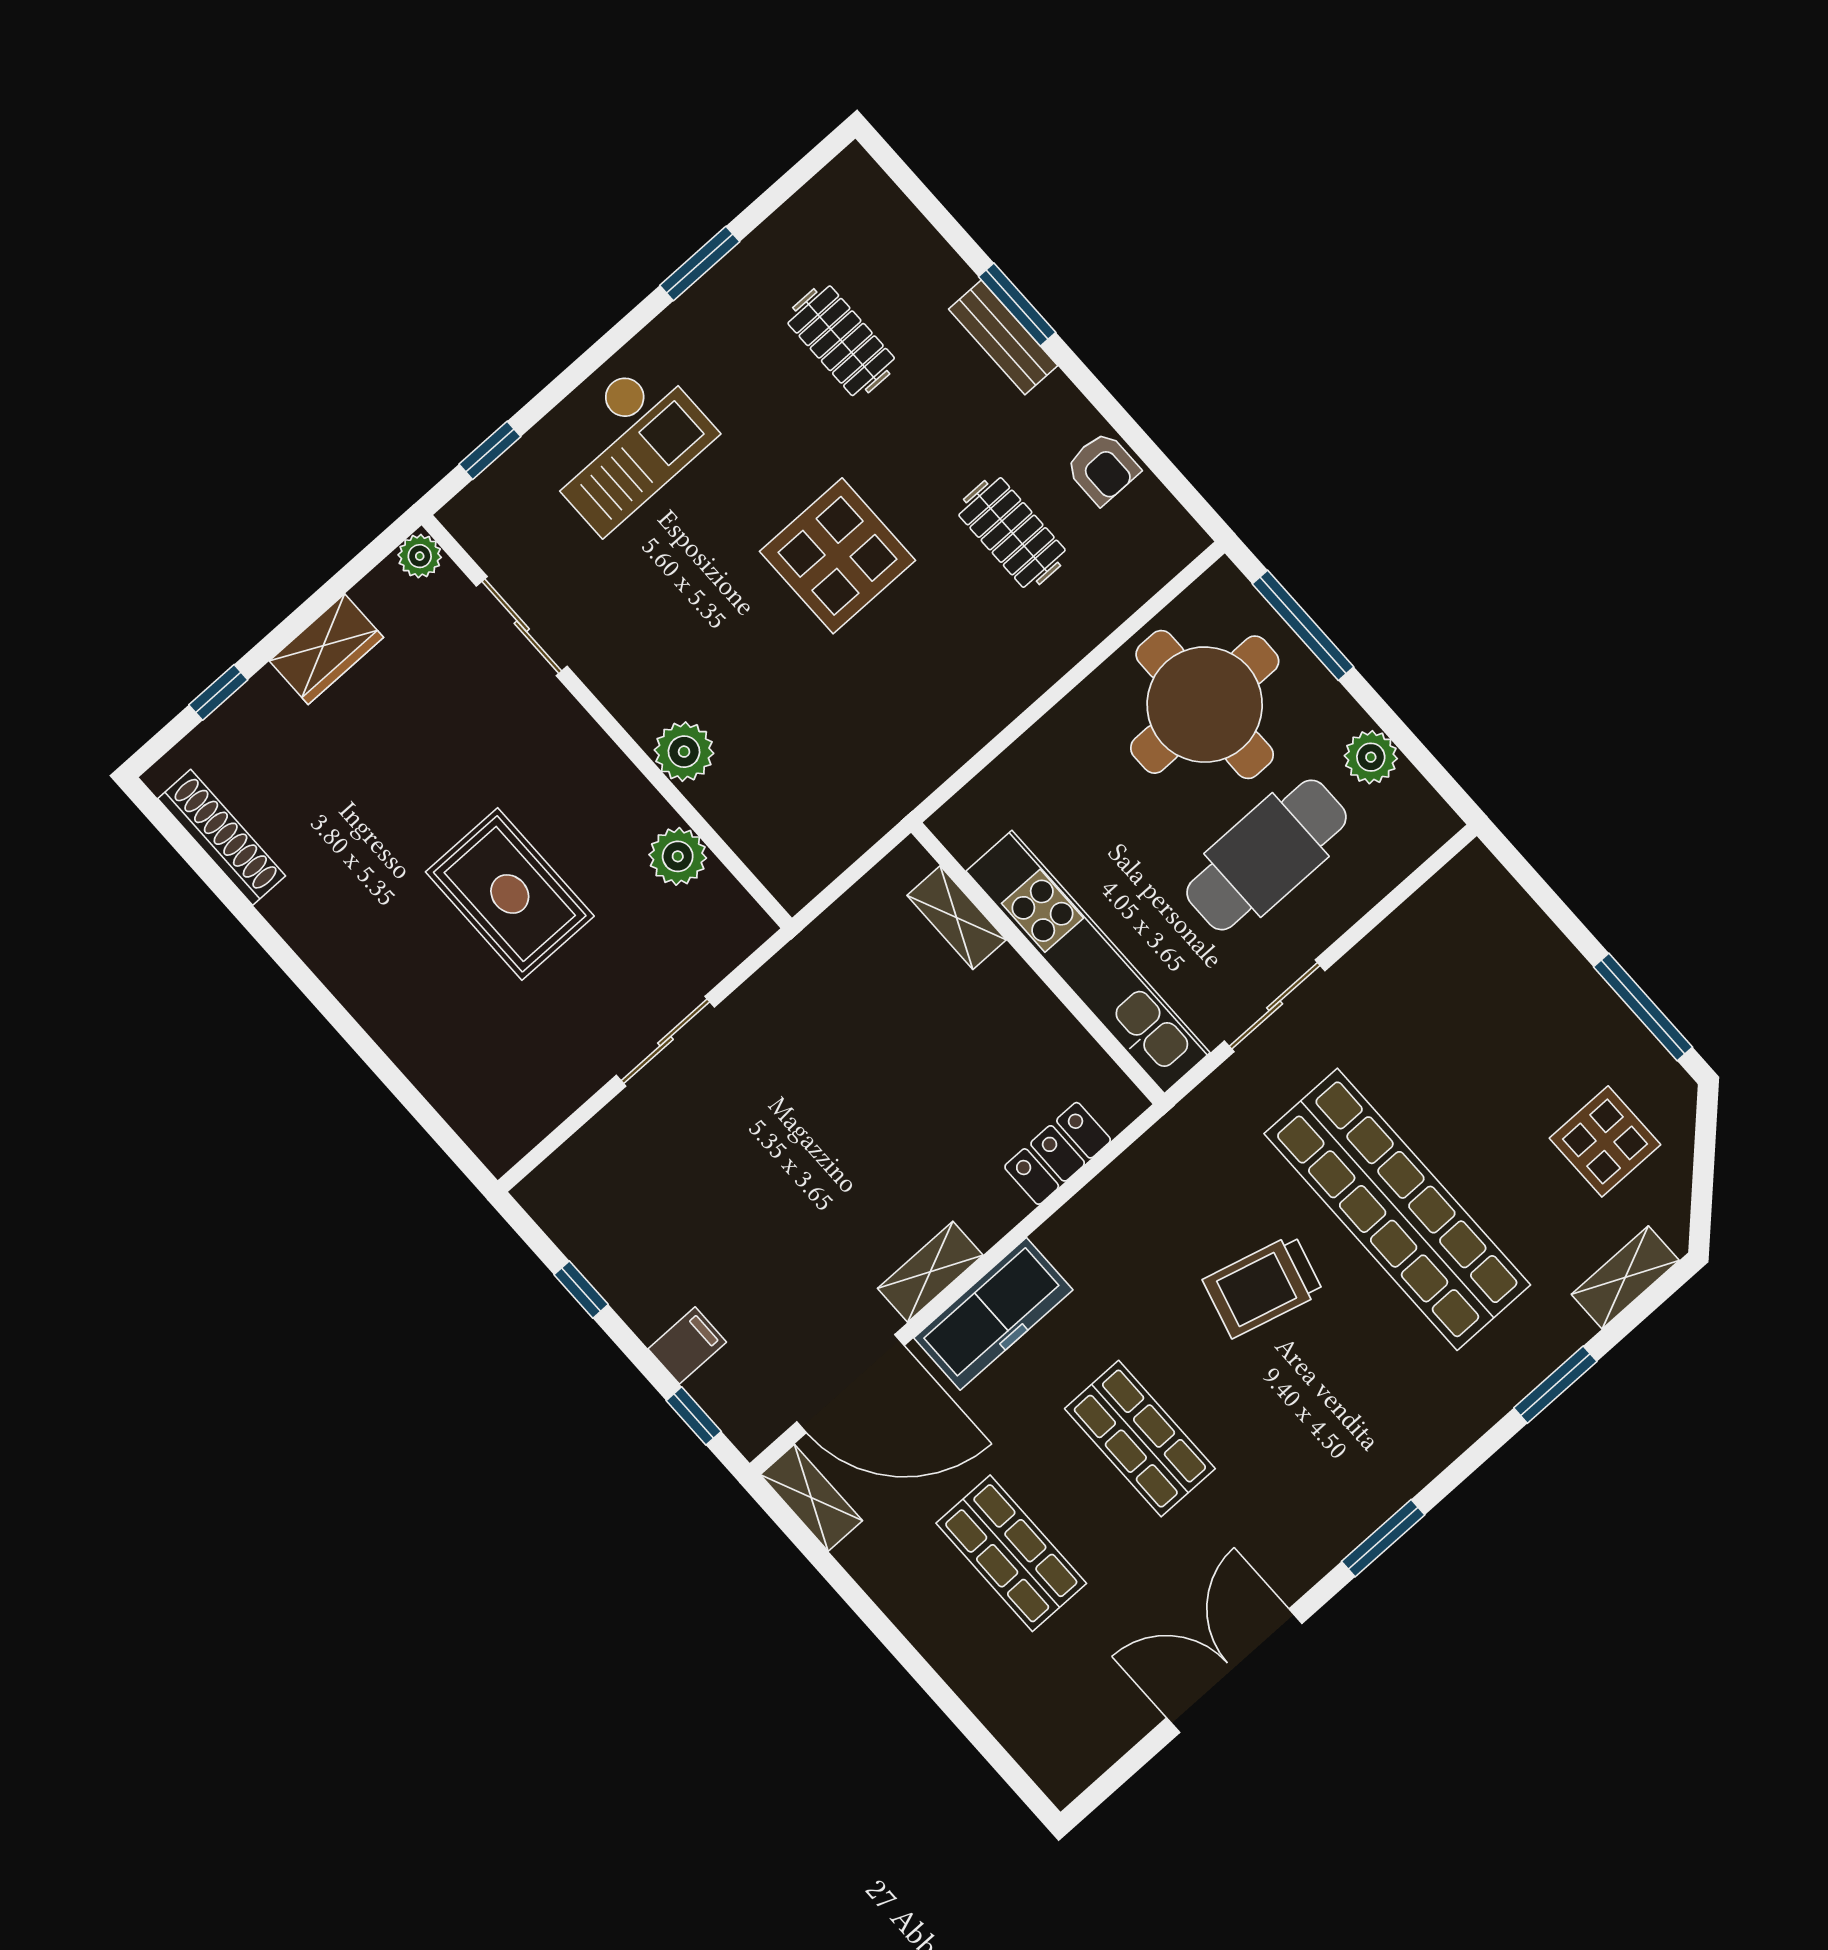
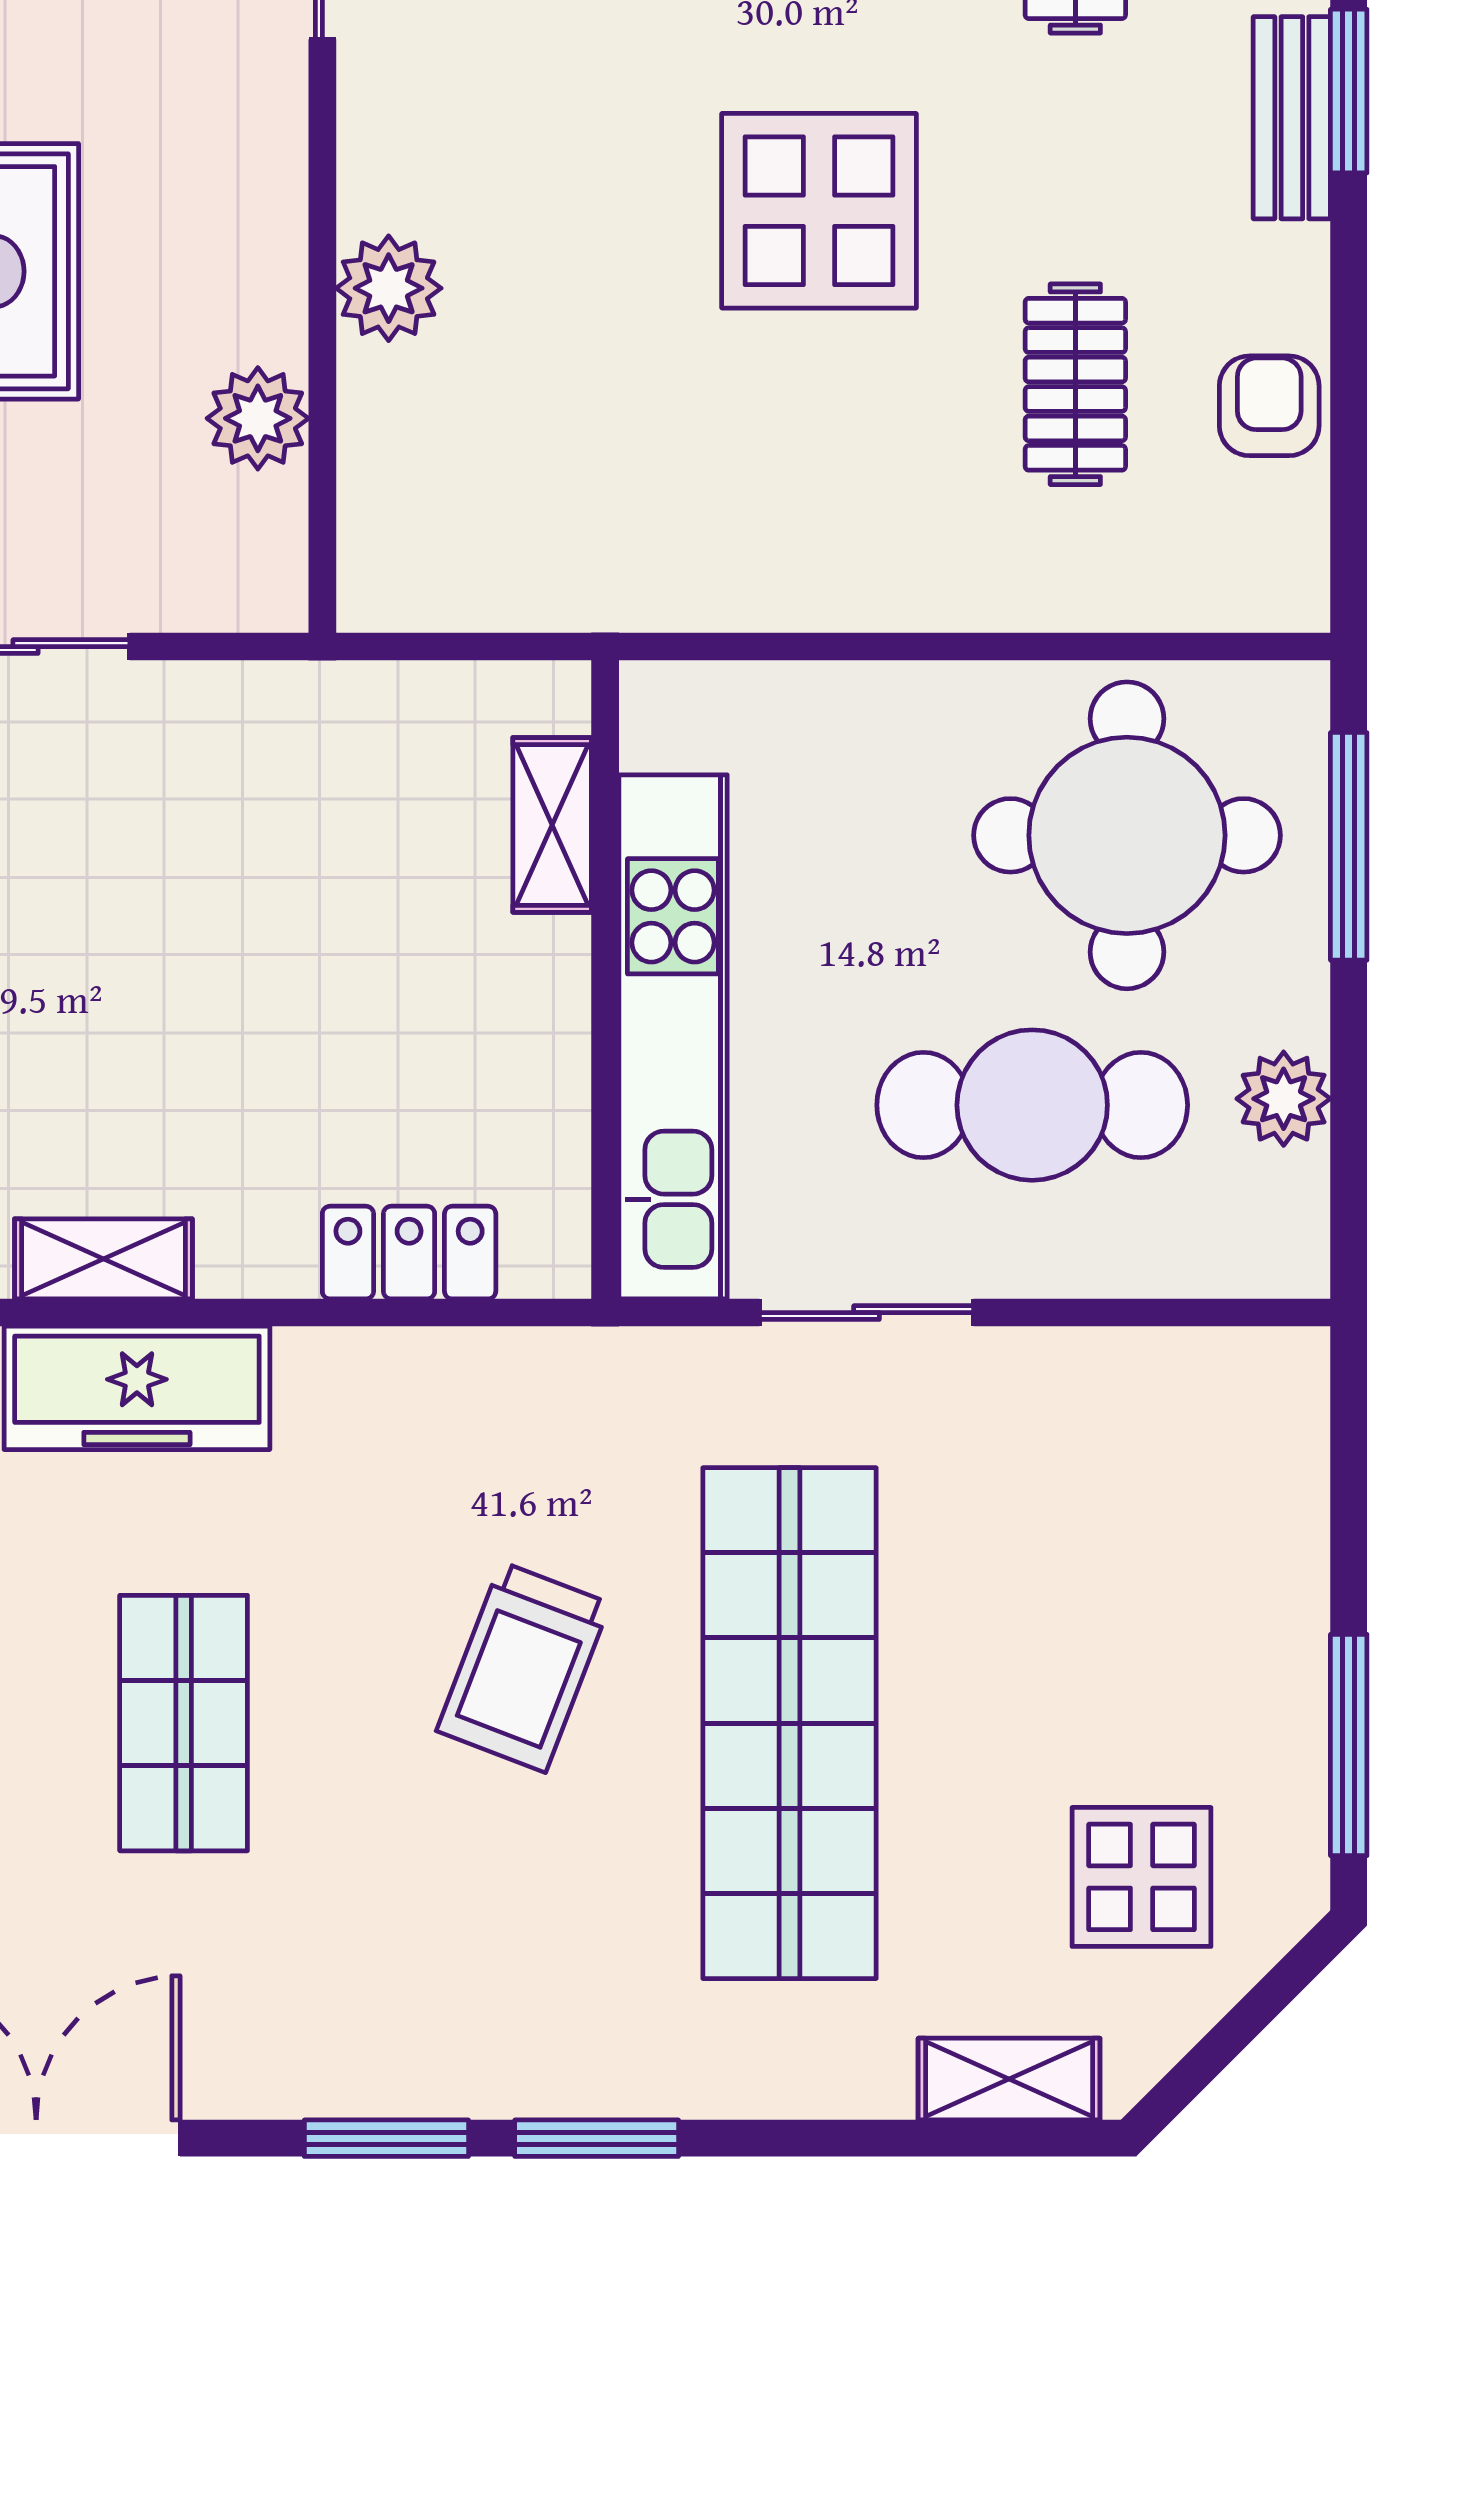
armchair: (1103, 468) -> (1269, 406), turned 180
trolley: (1263, 1286) -> (523, 1667), turned -84
window: (1555, 1385) -> (597, 2138), moved

